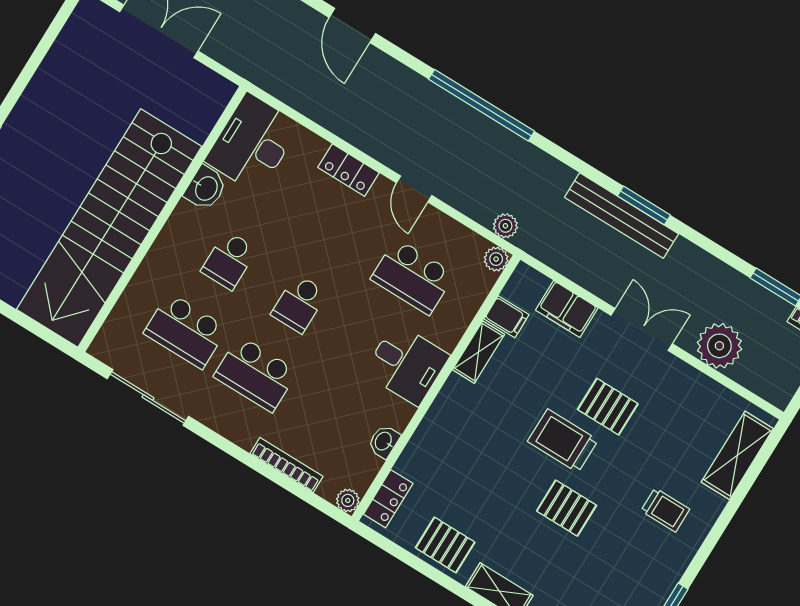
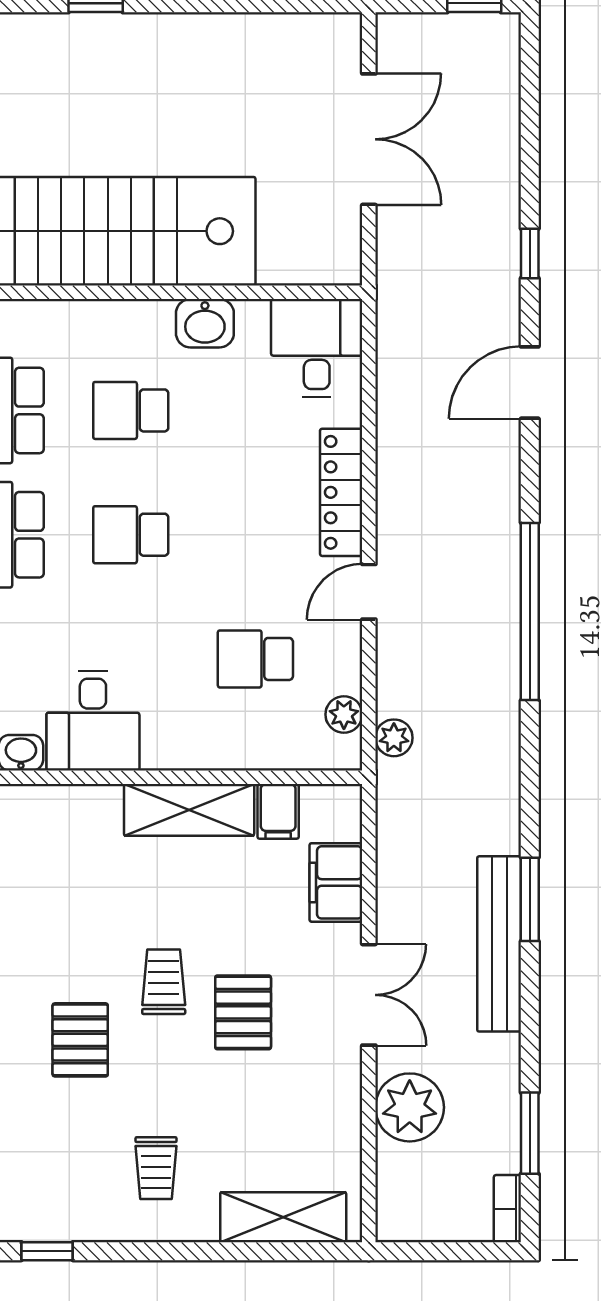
desk: (253, 143) -> (317, 348), width x0.73
locker: (349, 170) -> (341, 492), width x1.53
bench: (622, 216) -> (499, 944), moved
plant: (496, 259) -> (344, 714), moved
school desk: (413, 277) -> (255, 659), width x0.54
shelving: (478, 352) -> (189, 810), width x1.50, depth x1.33
desk: (407, 364) -> (93, 721), moved
trolley: (563, 441) -> (164, 982), width x0.73, depth x0.72

